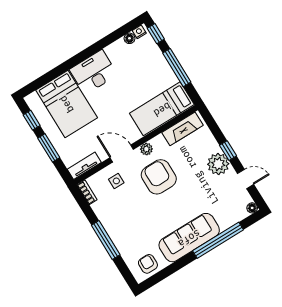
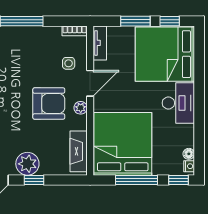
bed: (67, 104) -> (165, 54), width x1.36
bed: (162, 109) -> (123, 144), width x2.04

